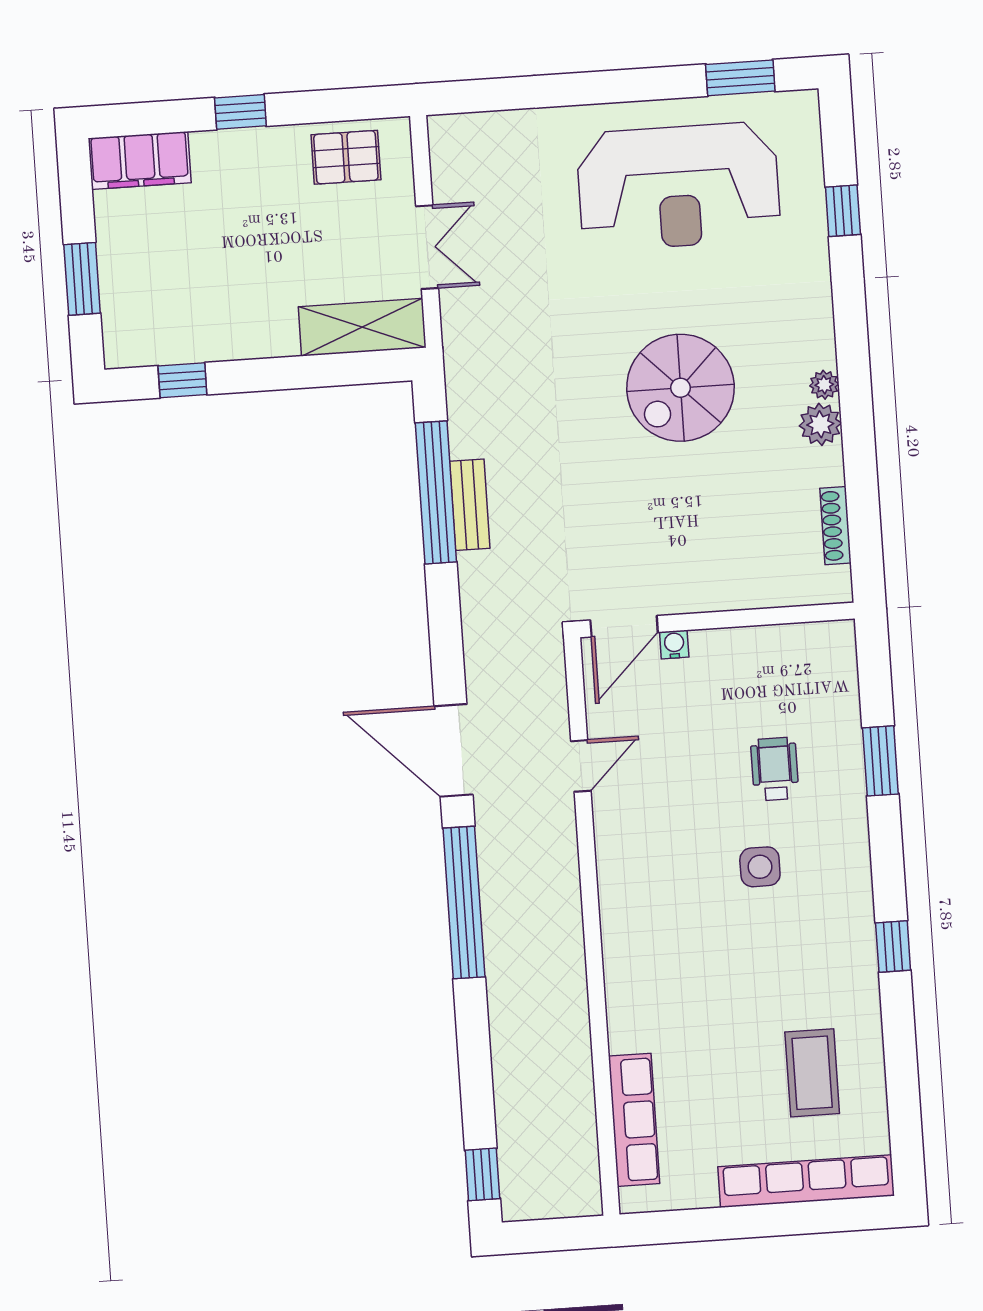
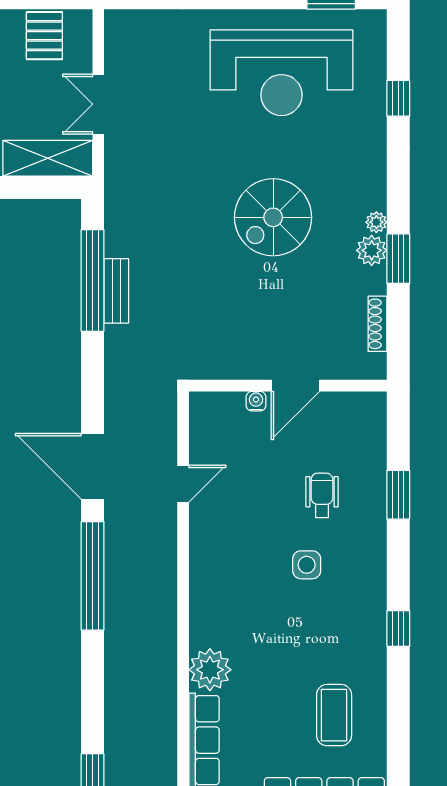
pallet: (346, 157) -> (44, 36), turned 90
double door: (427, 247) -> (98, 104), swing flipped
window: (858, 433) -> (398, 259), added
door: (624, 626) -> (295, 386), moved
plant: (636, 1022) -> (210, 670), added

